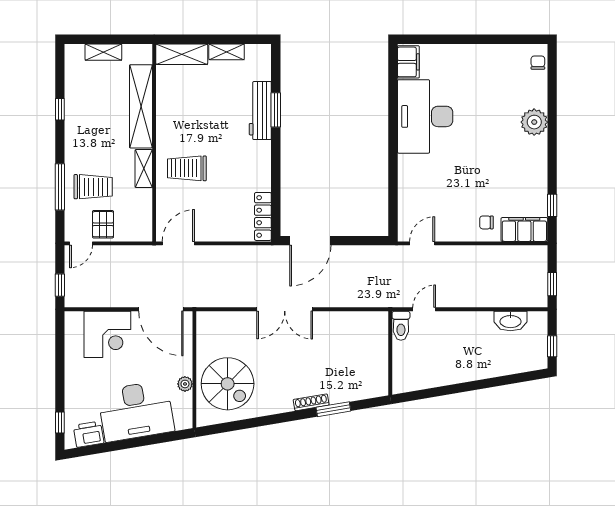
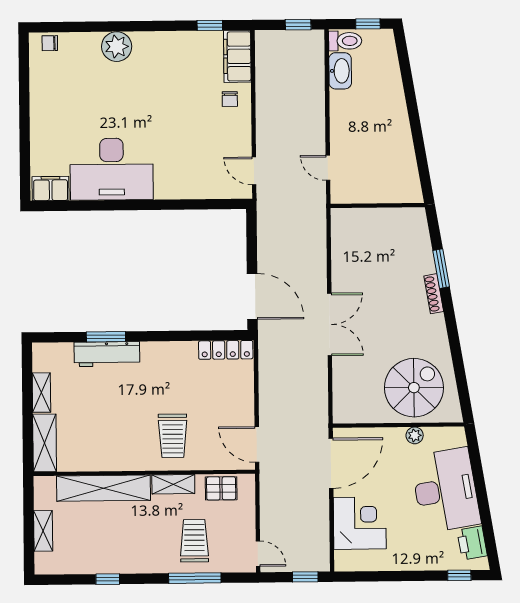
pallet: (103, 224) -> (221, 488), moved
toilet: (401, 326) -> (345, 41), moved

